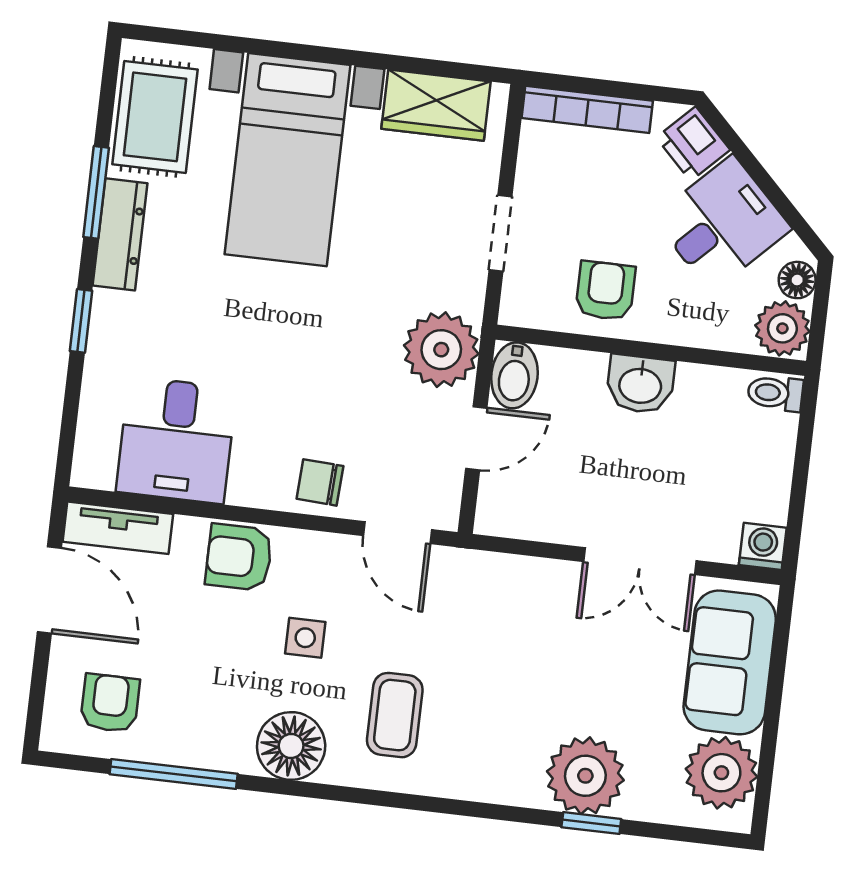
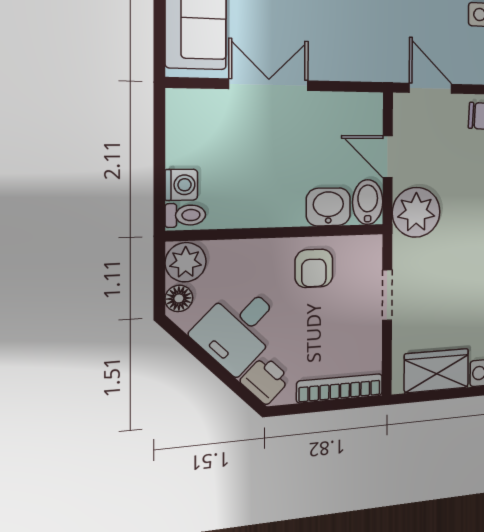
washbasin: (640, 384) -> (328, 207), moved
door: (476, 438) -> (388, 157), hinge flipped
washing machine: (763, 546) -> (181, 185), moved, turned -90

